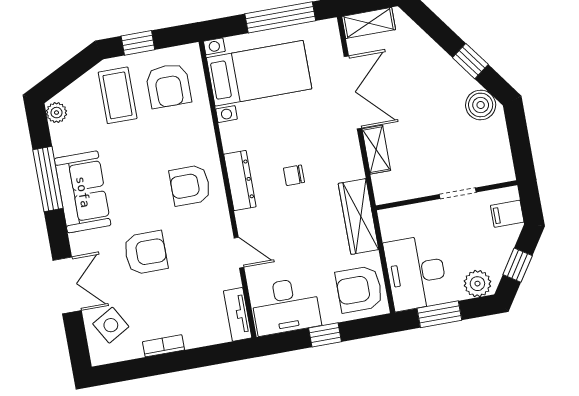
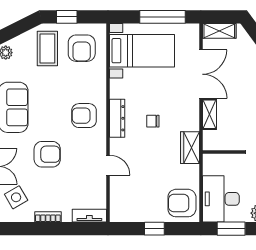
wardrobe: (358, 216) -> (190, 148), width x0.67
desk: (286, 306) -> (132, 205), removed
tv unit: (238, 314) -> (89, 216), moved, turned 90

